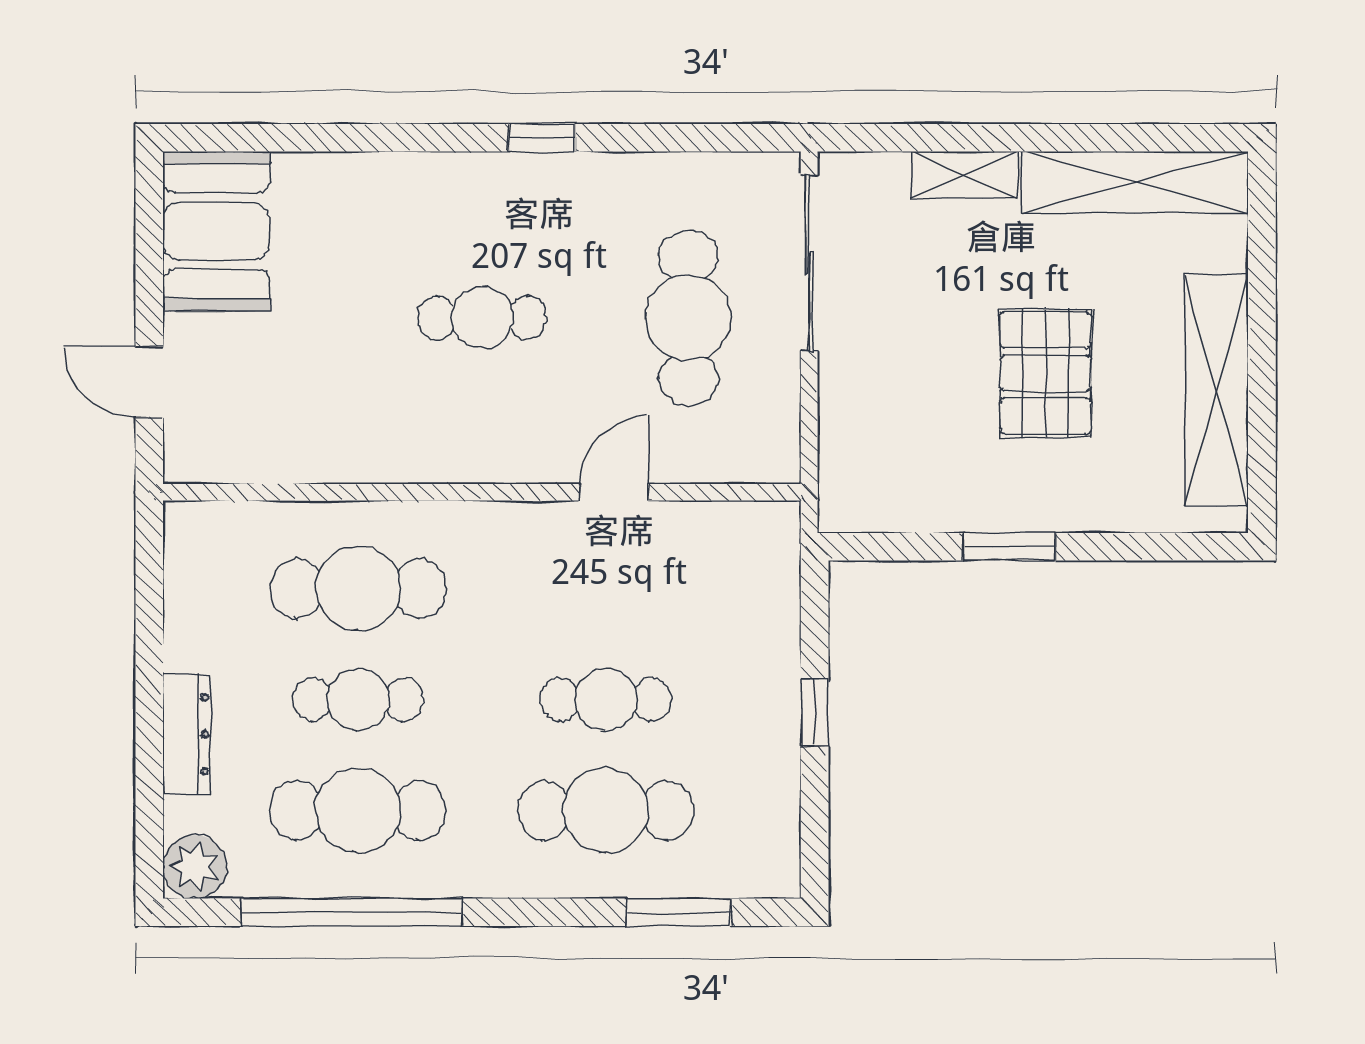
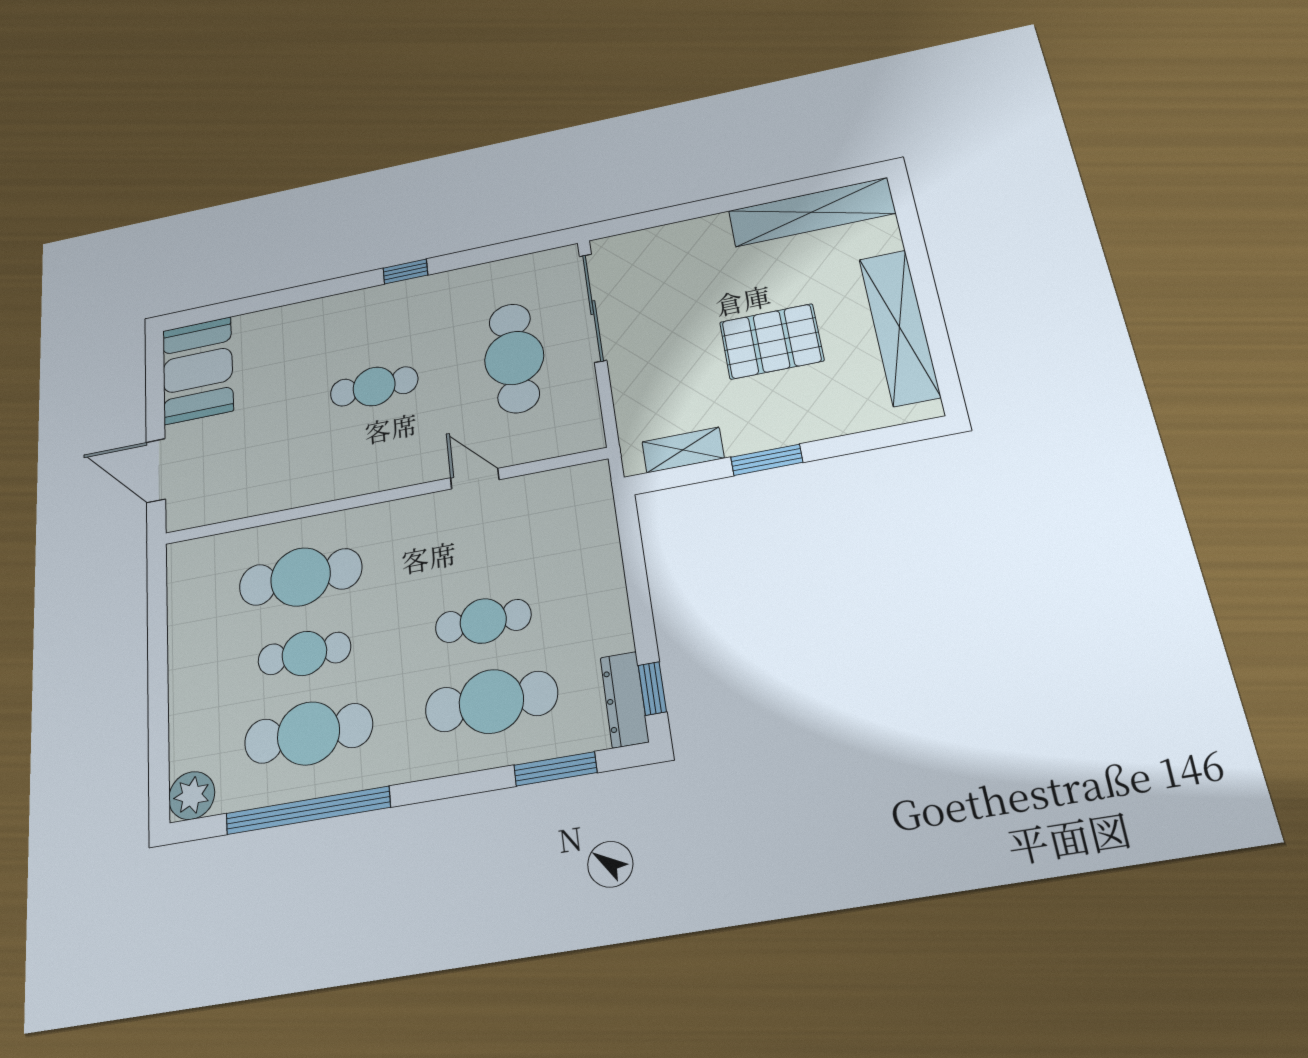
shelving: (965, 175) -> (683, 450), moved
pallet: (1045, 373) -> (771, 341), turned 90
door: (149, 382) -> (156, 471), width x1.38
door: (614, 492) -> (475, 479), hinge flipped
window: (815, 712) -> (652, 688), moved
dresser: (186, 734) -> (624, 700), moved, turned 180

